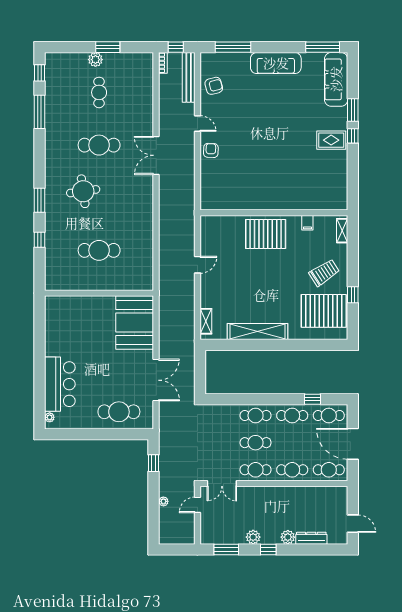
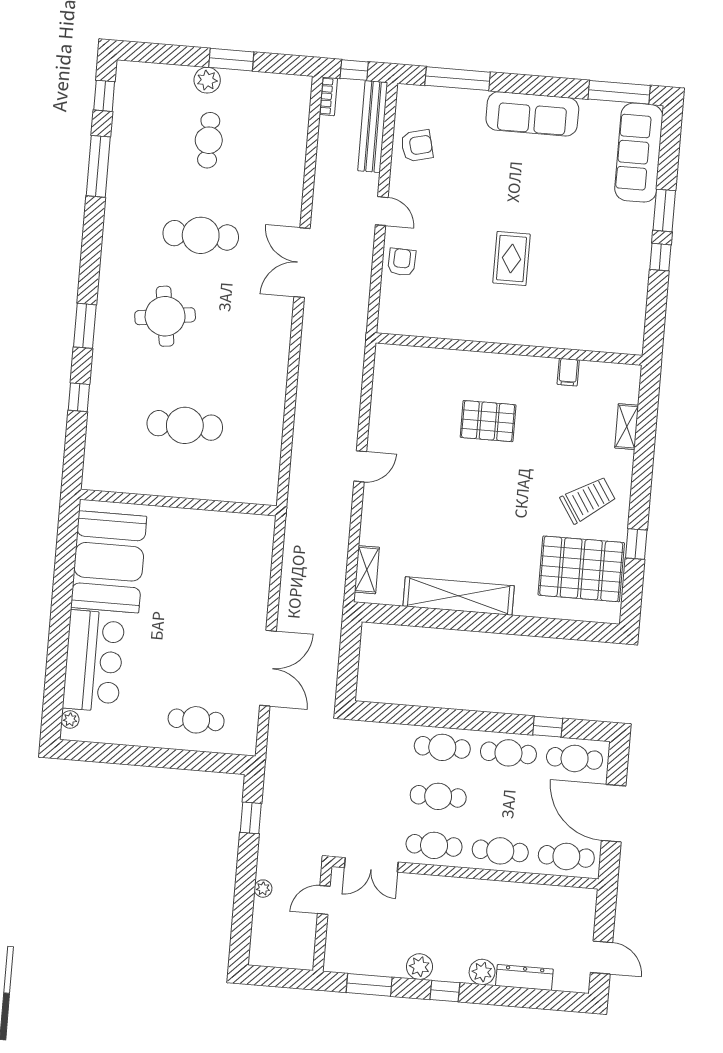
rug: (331, 140) -> (512, 259), moved, turned 90
wall: (274, 213) -> (509, 349), moved
filing cabinet: (307, 223) -> (568, 372), moved
pallet: (266, 234) -> (488, 421), width x0.73, depth x0.71
booth: (135, 323) -> (109, 562), moved
cafe table: (119, 412) -> (196, 720), width x0.73, depth x0.74

